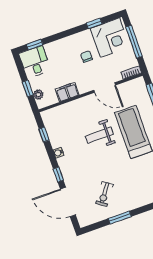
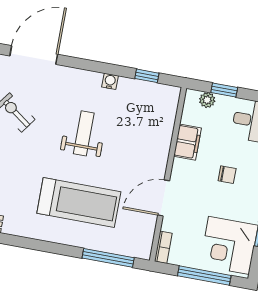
chair: (87, 57) -> (227, 175), moved
weight bench: (99, 135) -> (84, 133), moved
window: (58, 175) -> (80, 64), removed

